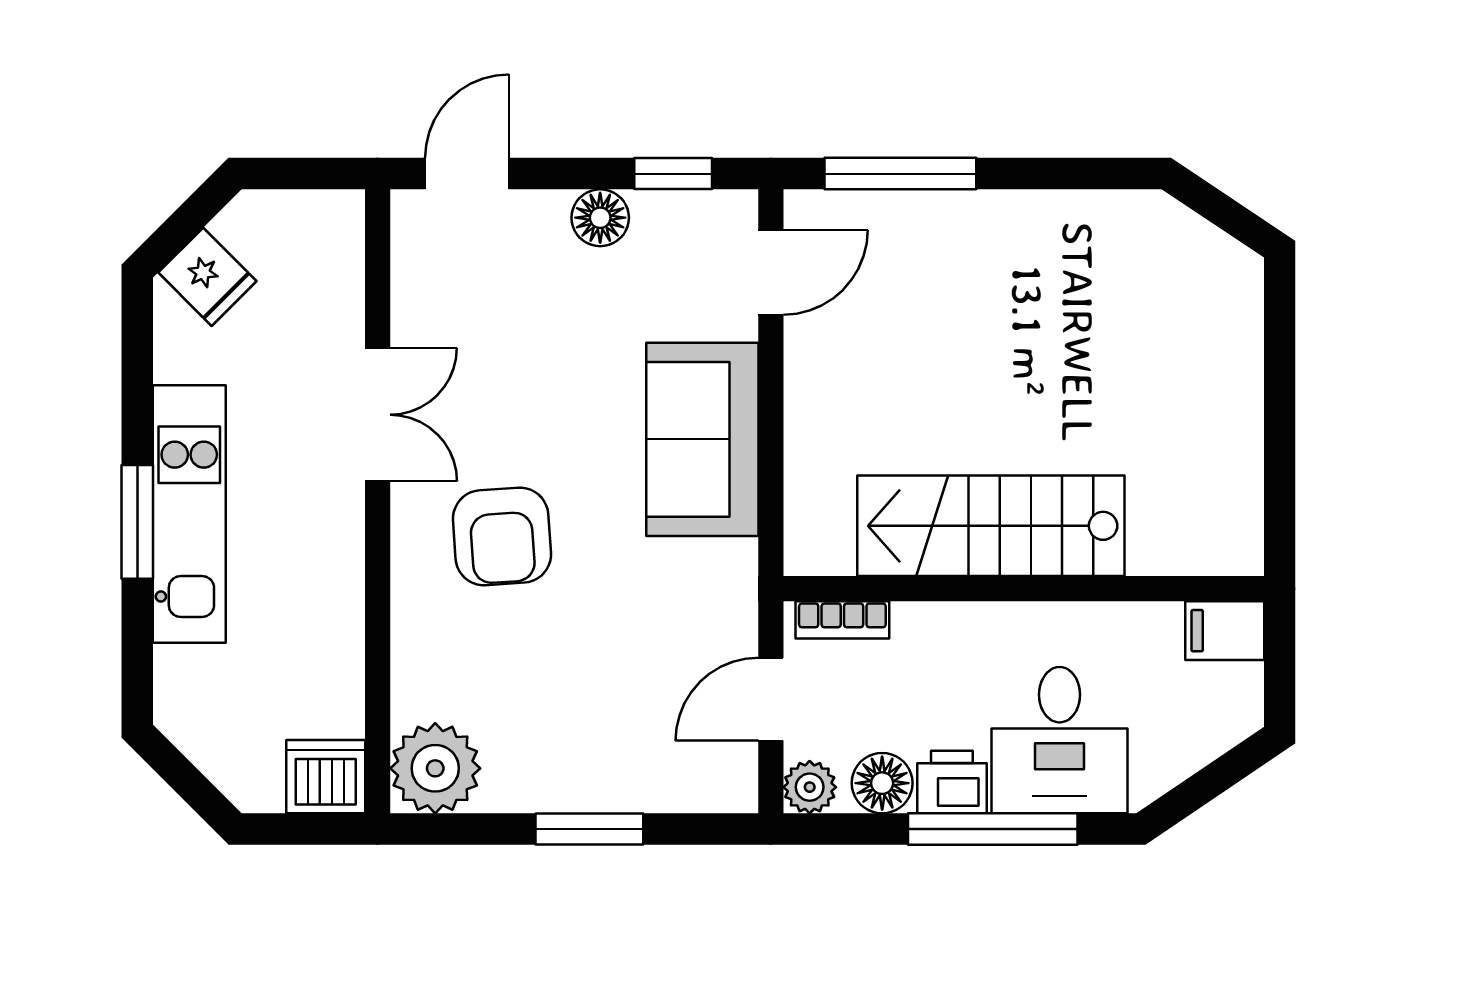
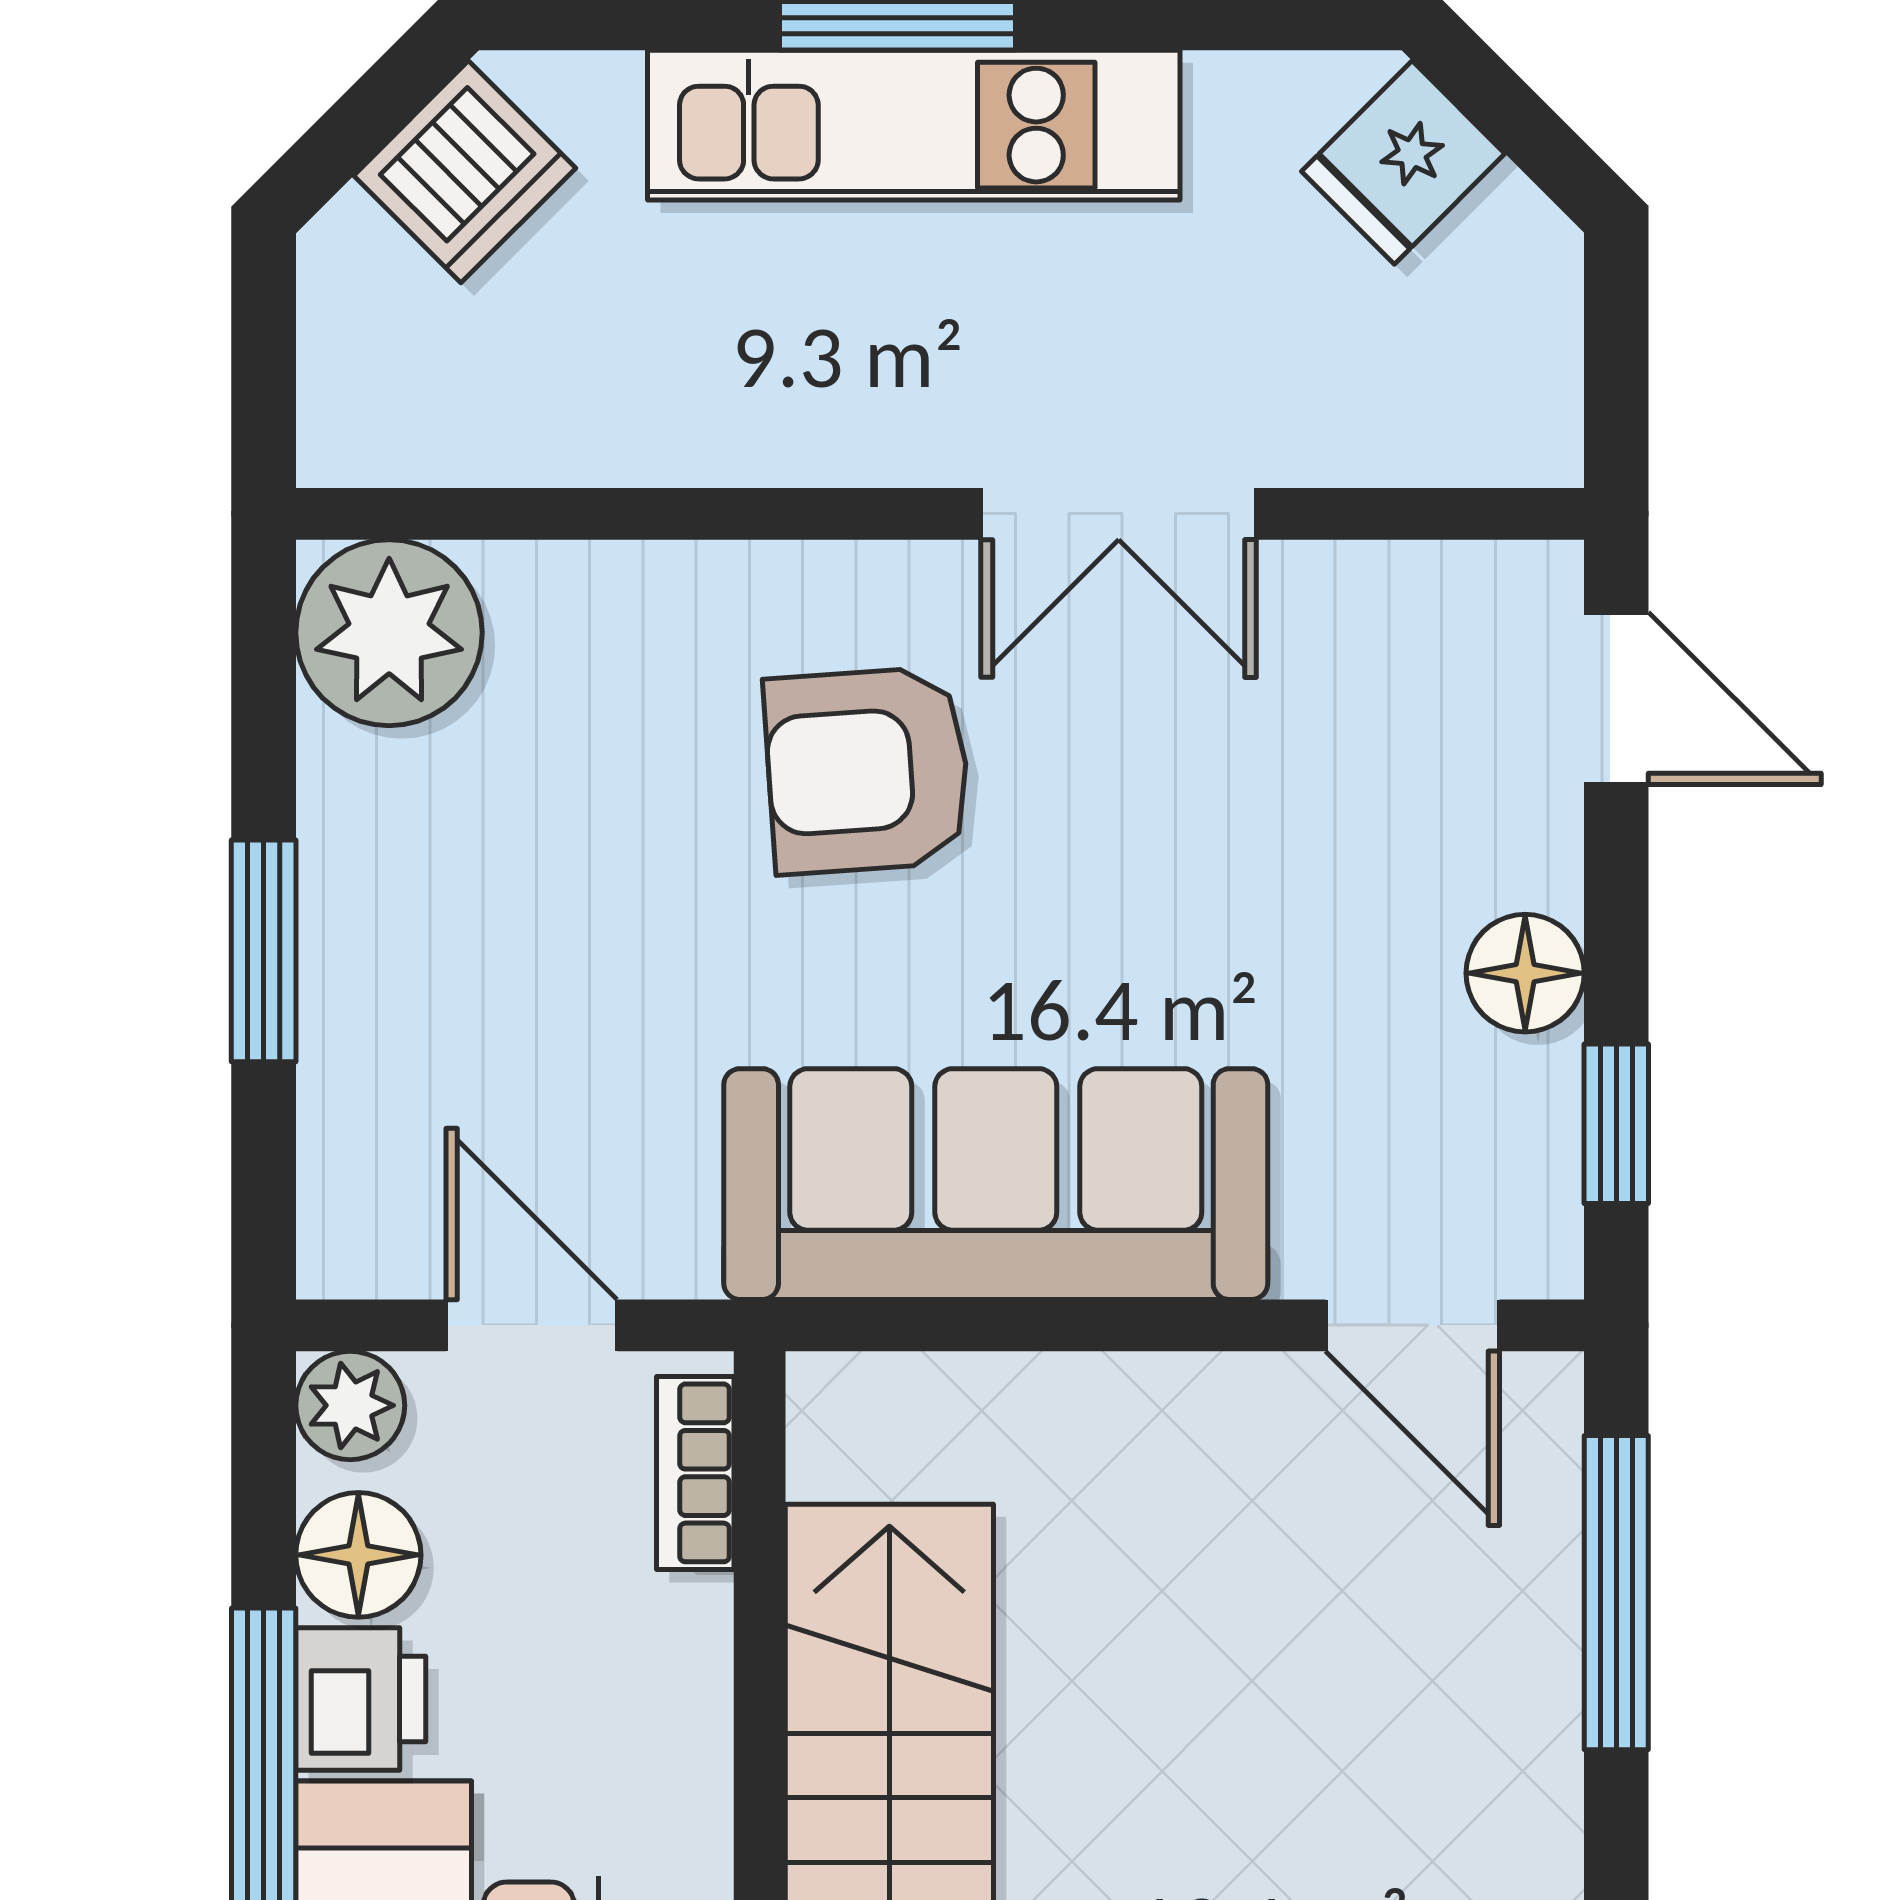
sofa: (702, 439) -> (996, 1184), width x1.36
dishwasher: (326, 777) -> (465, 172), moved, turned 45

